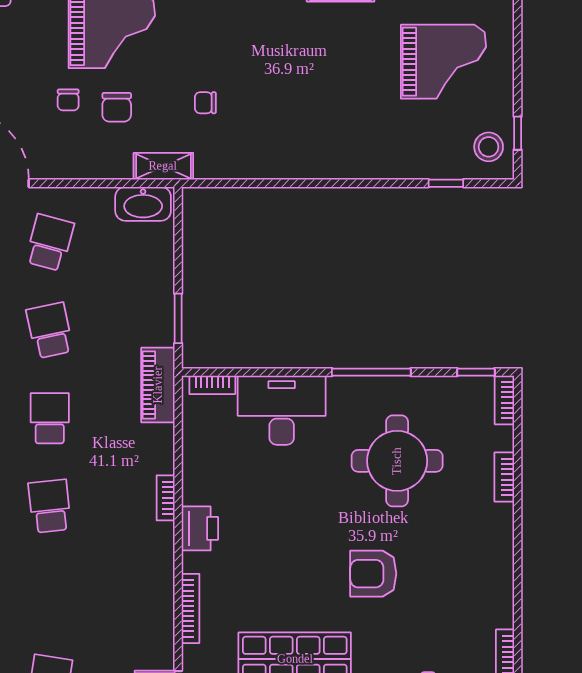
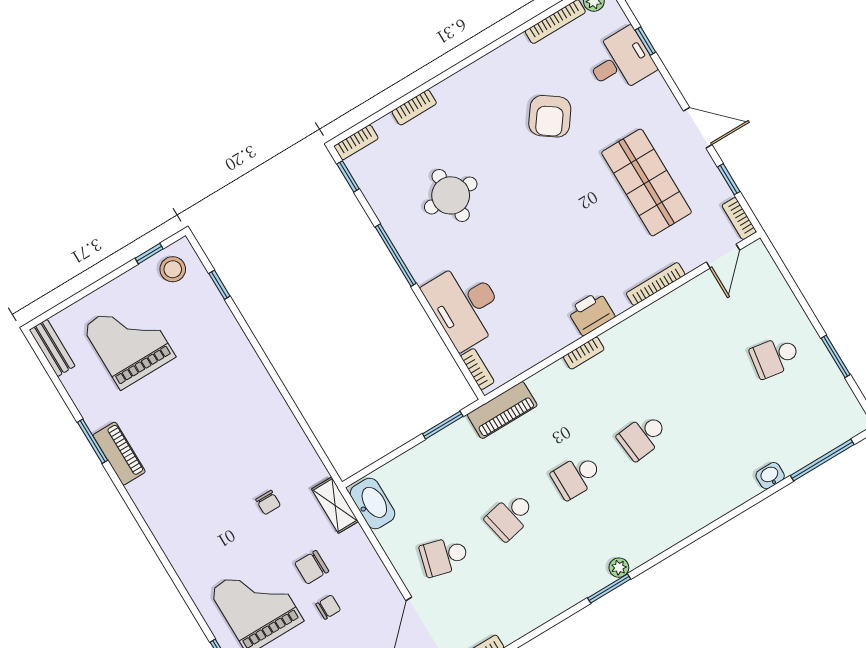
chair: (117, 107) -> (312, 567), turned 180
round table: (397, 461) -> (451, 195), width x0.73, depth x0.73
armchair: (373, 574) -> (550, 116), moved, turned 36

